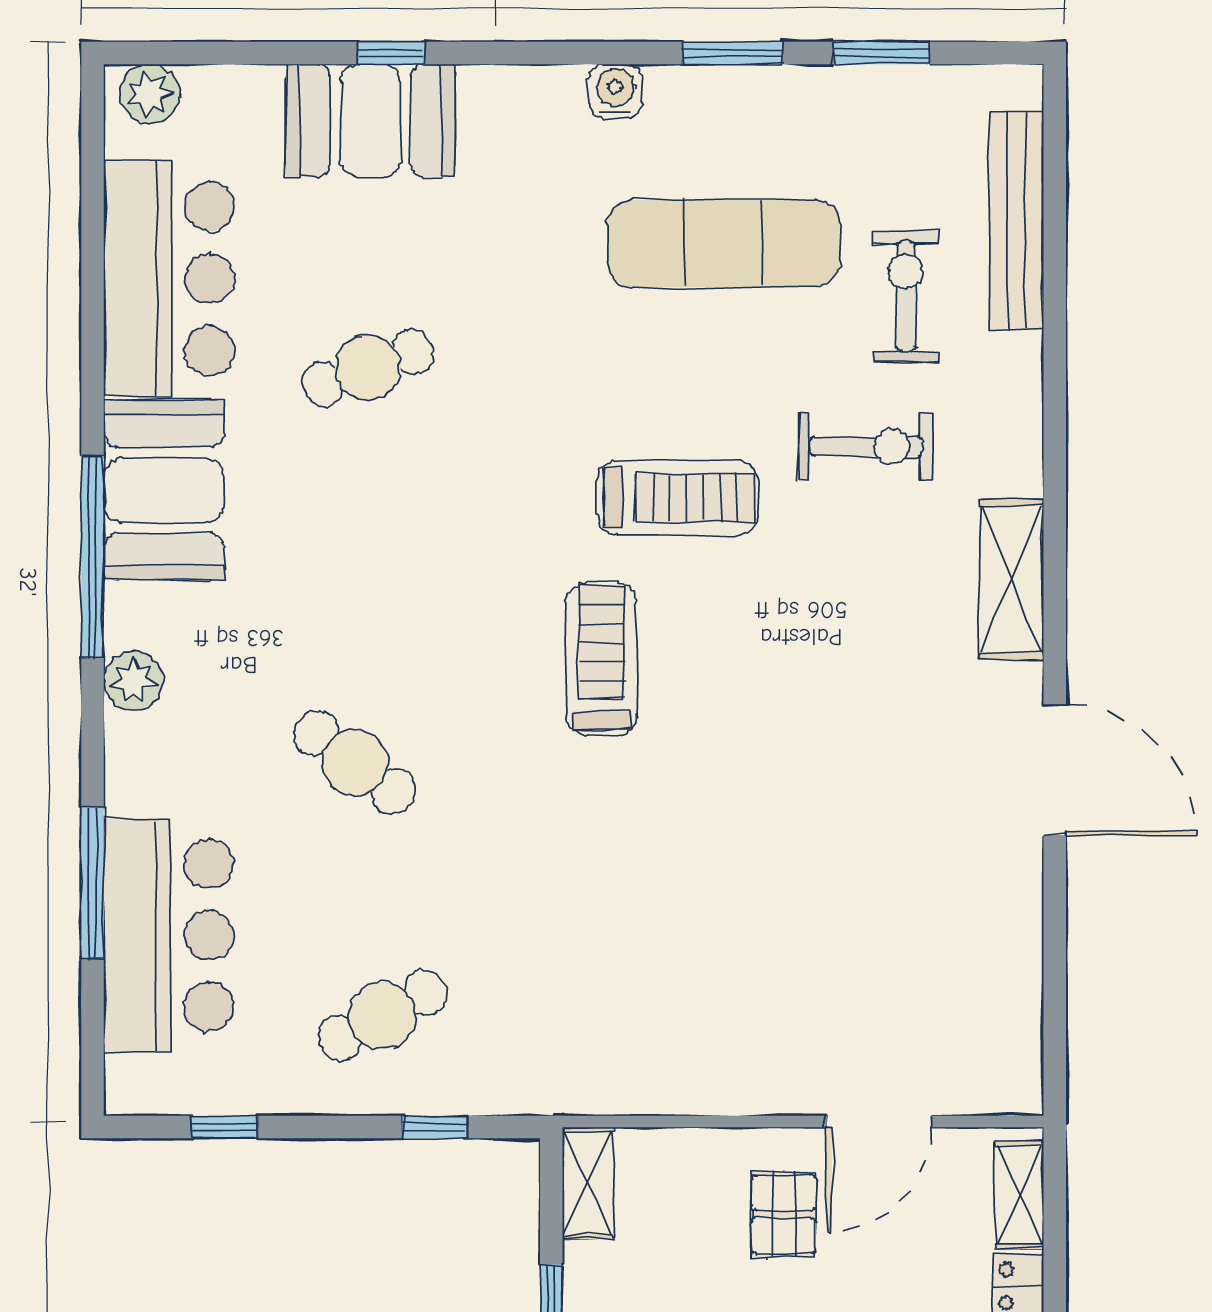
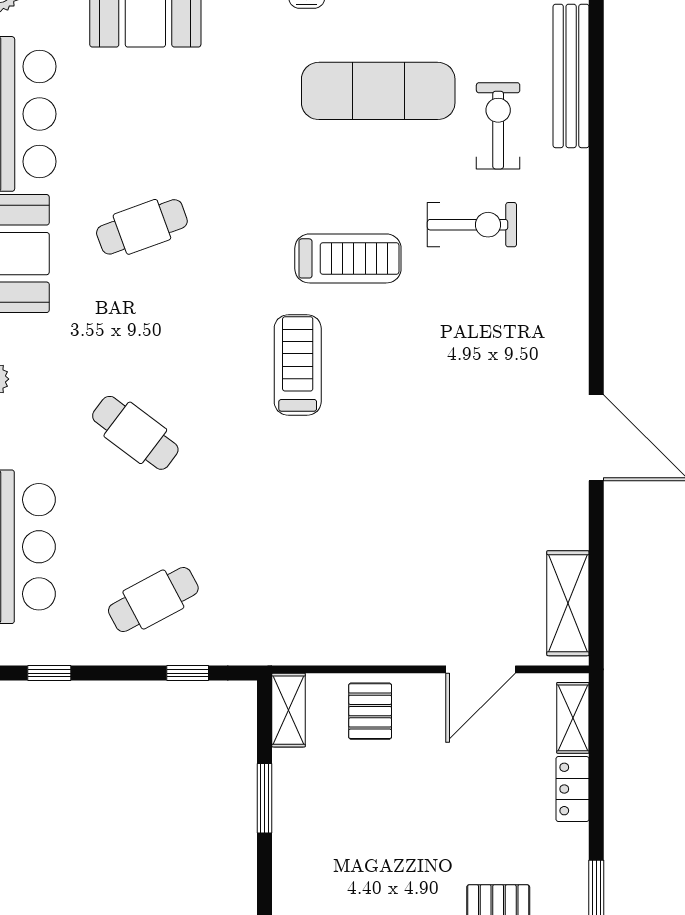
cafe table: (368, 368) -> (142, 227), moved
shelving: (1012, 579) -> (568, 603), moved
pallet: (784, 1214) -> (370, 711), moved

